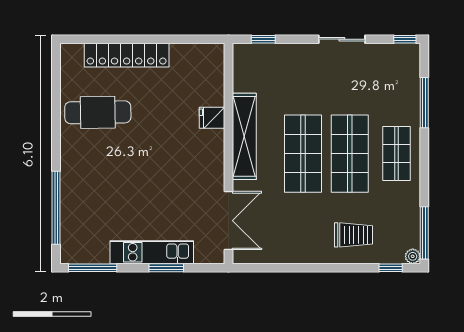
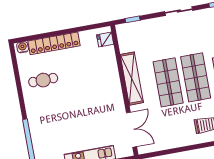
water cooler: (74, 52) -> (23, 47), added
cafe table: (98, 112) -> (43, 80), width x0.73, depth x0.74
fridge: (212, 118) -> (105, 40), moved

